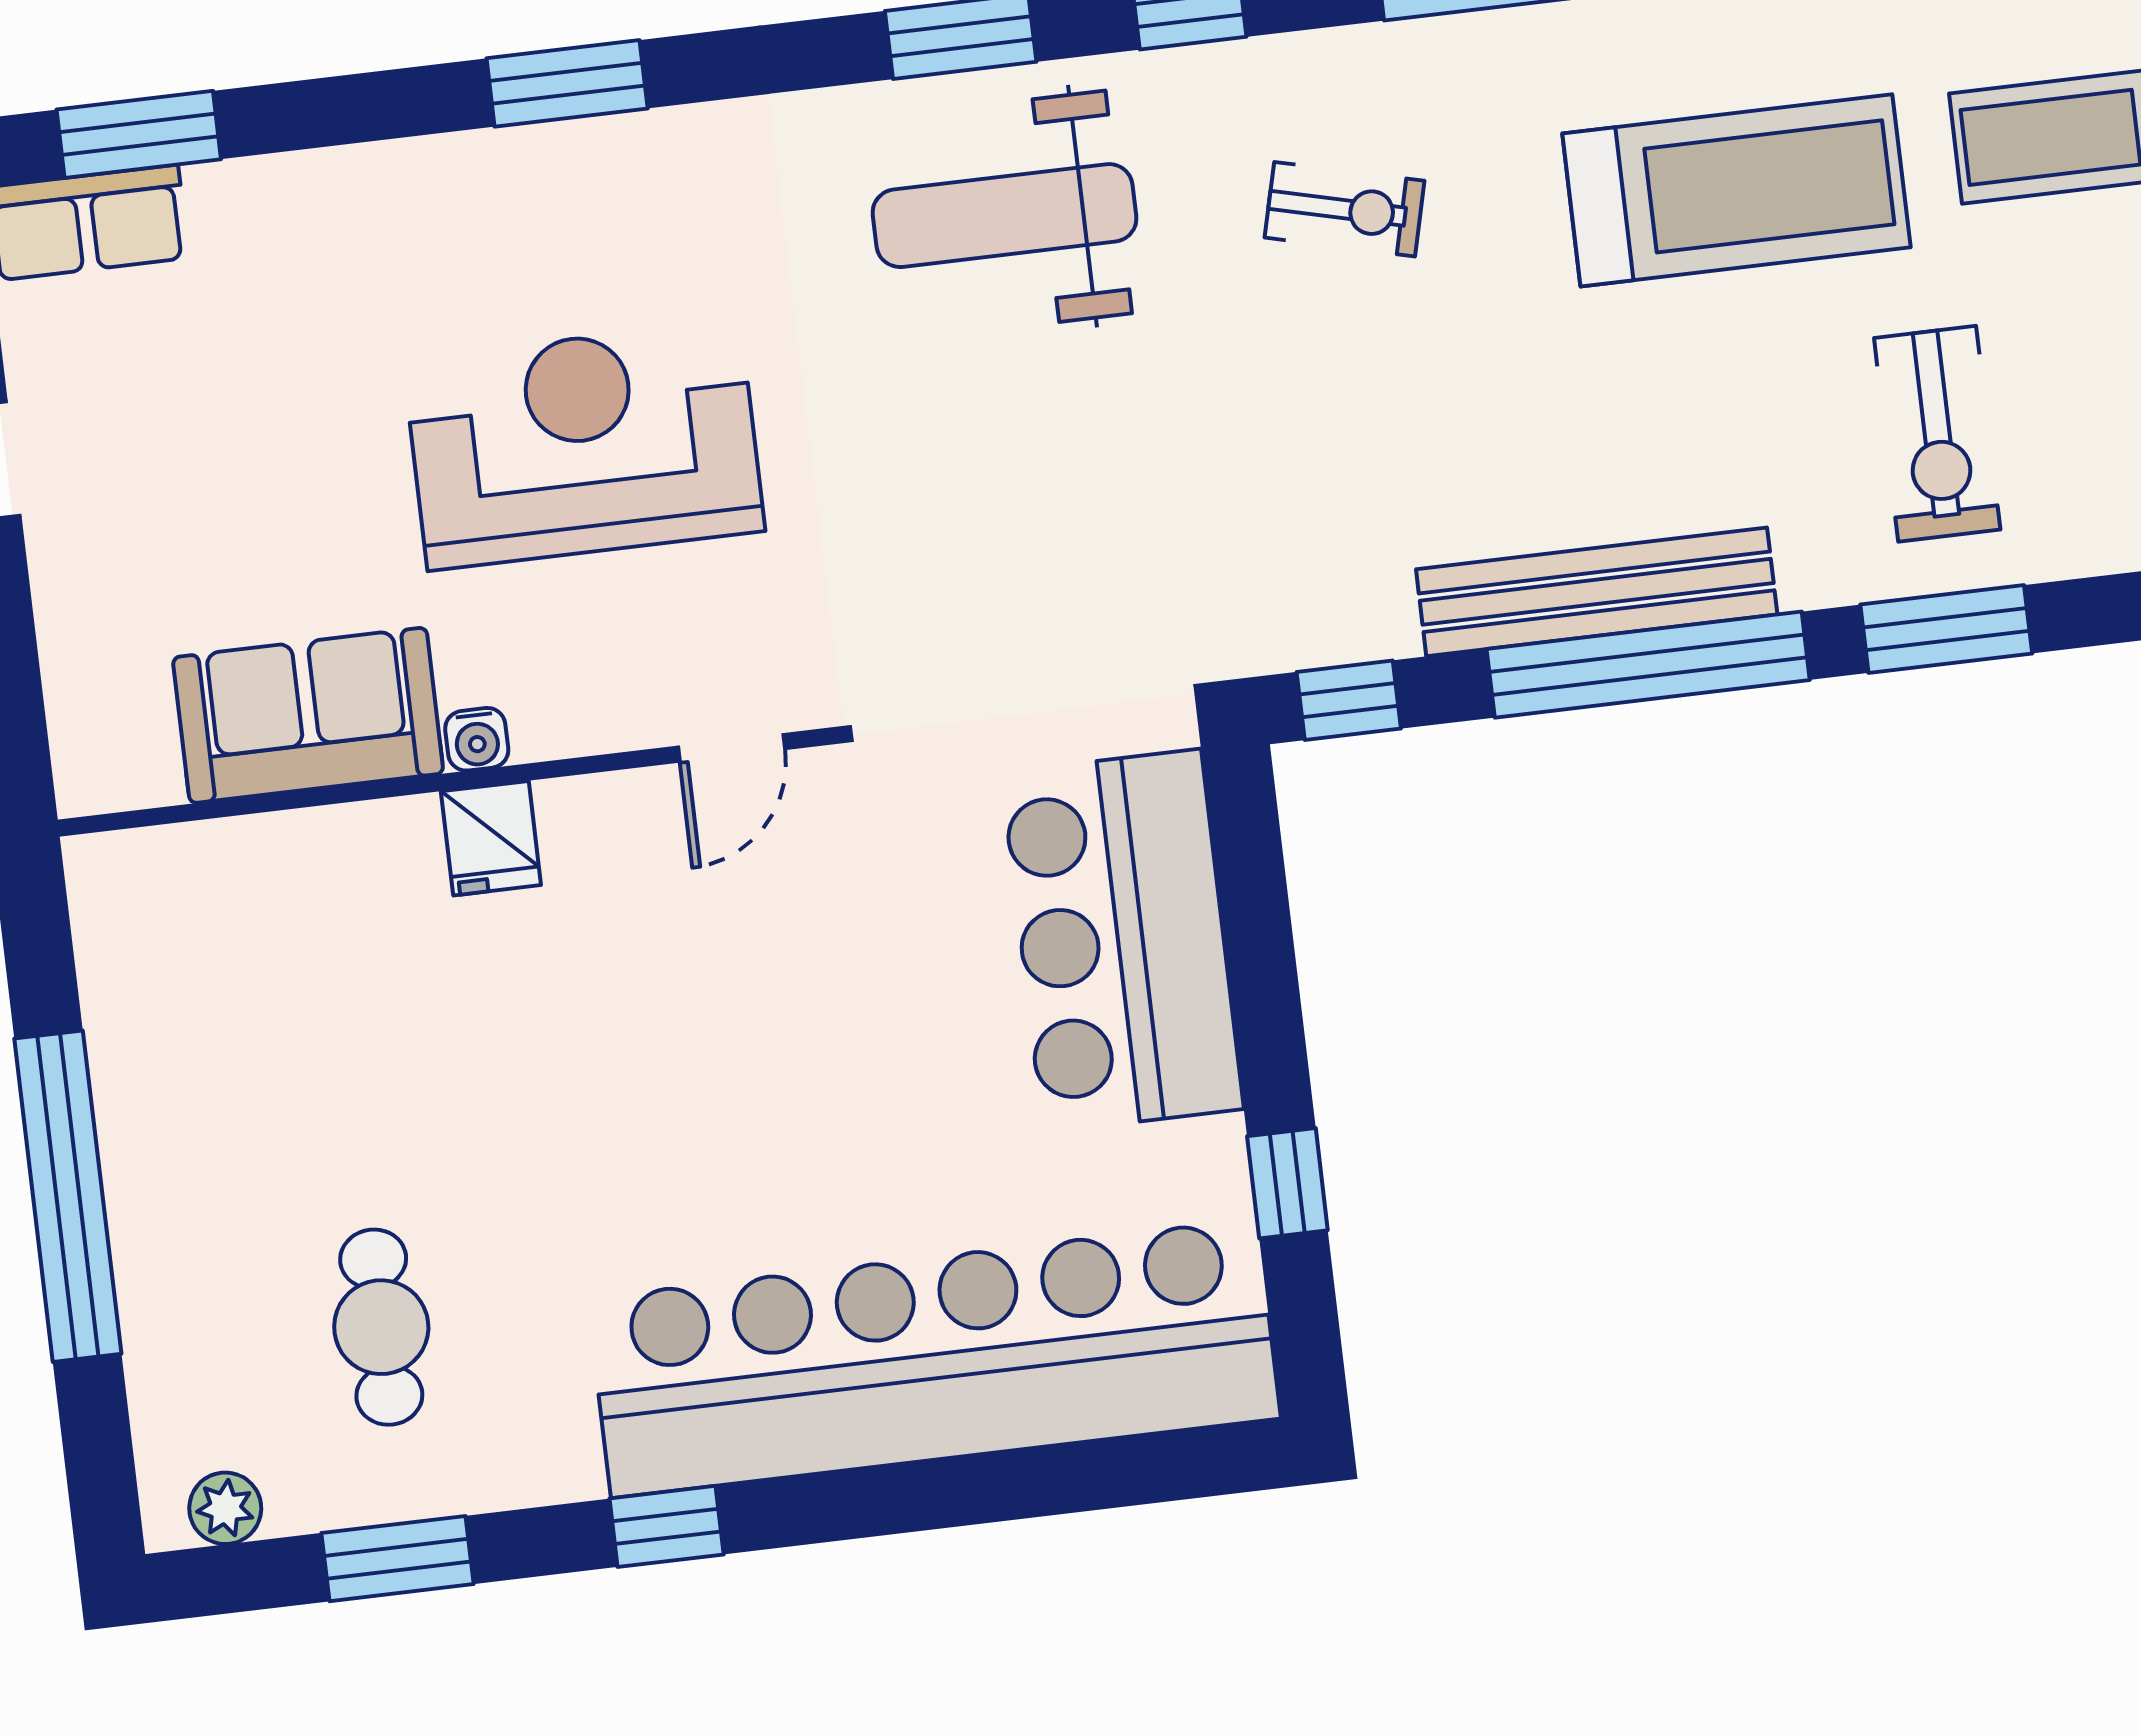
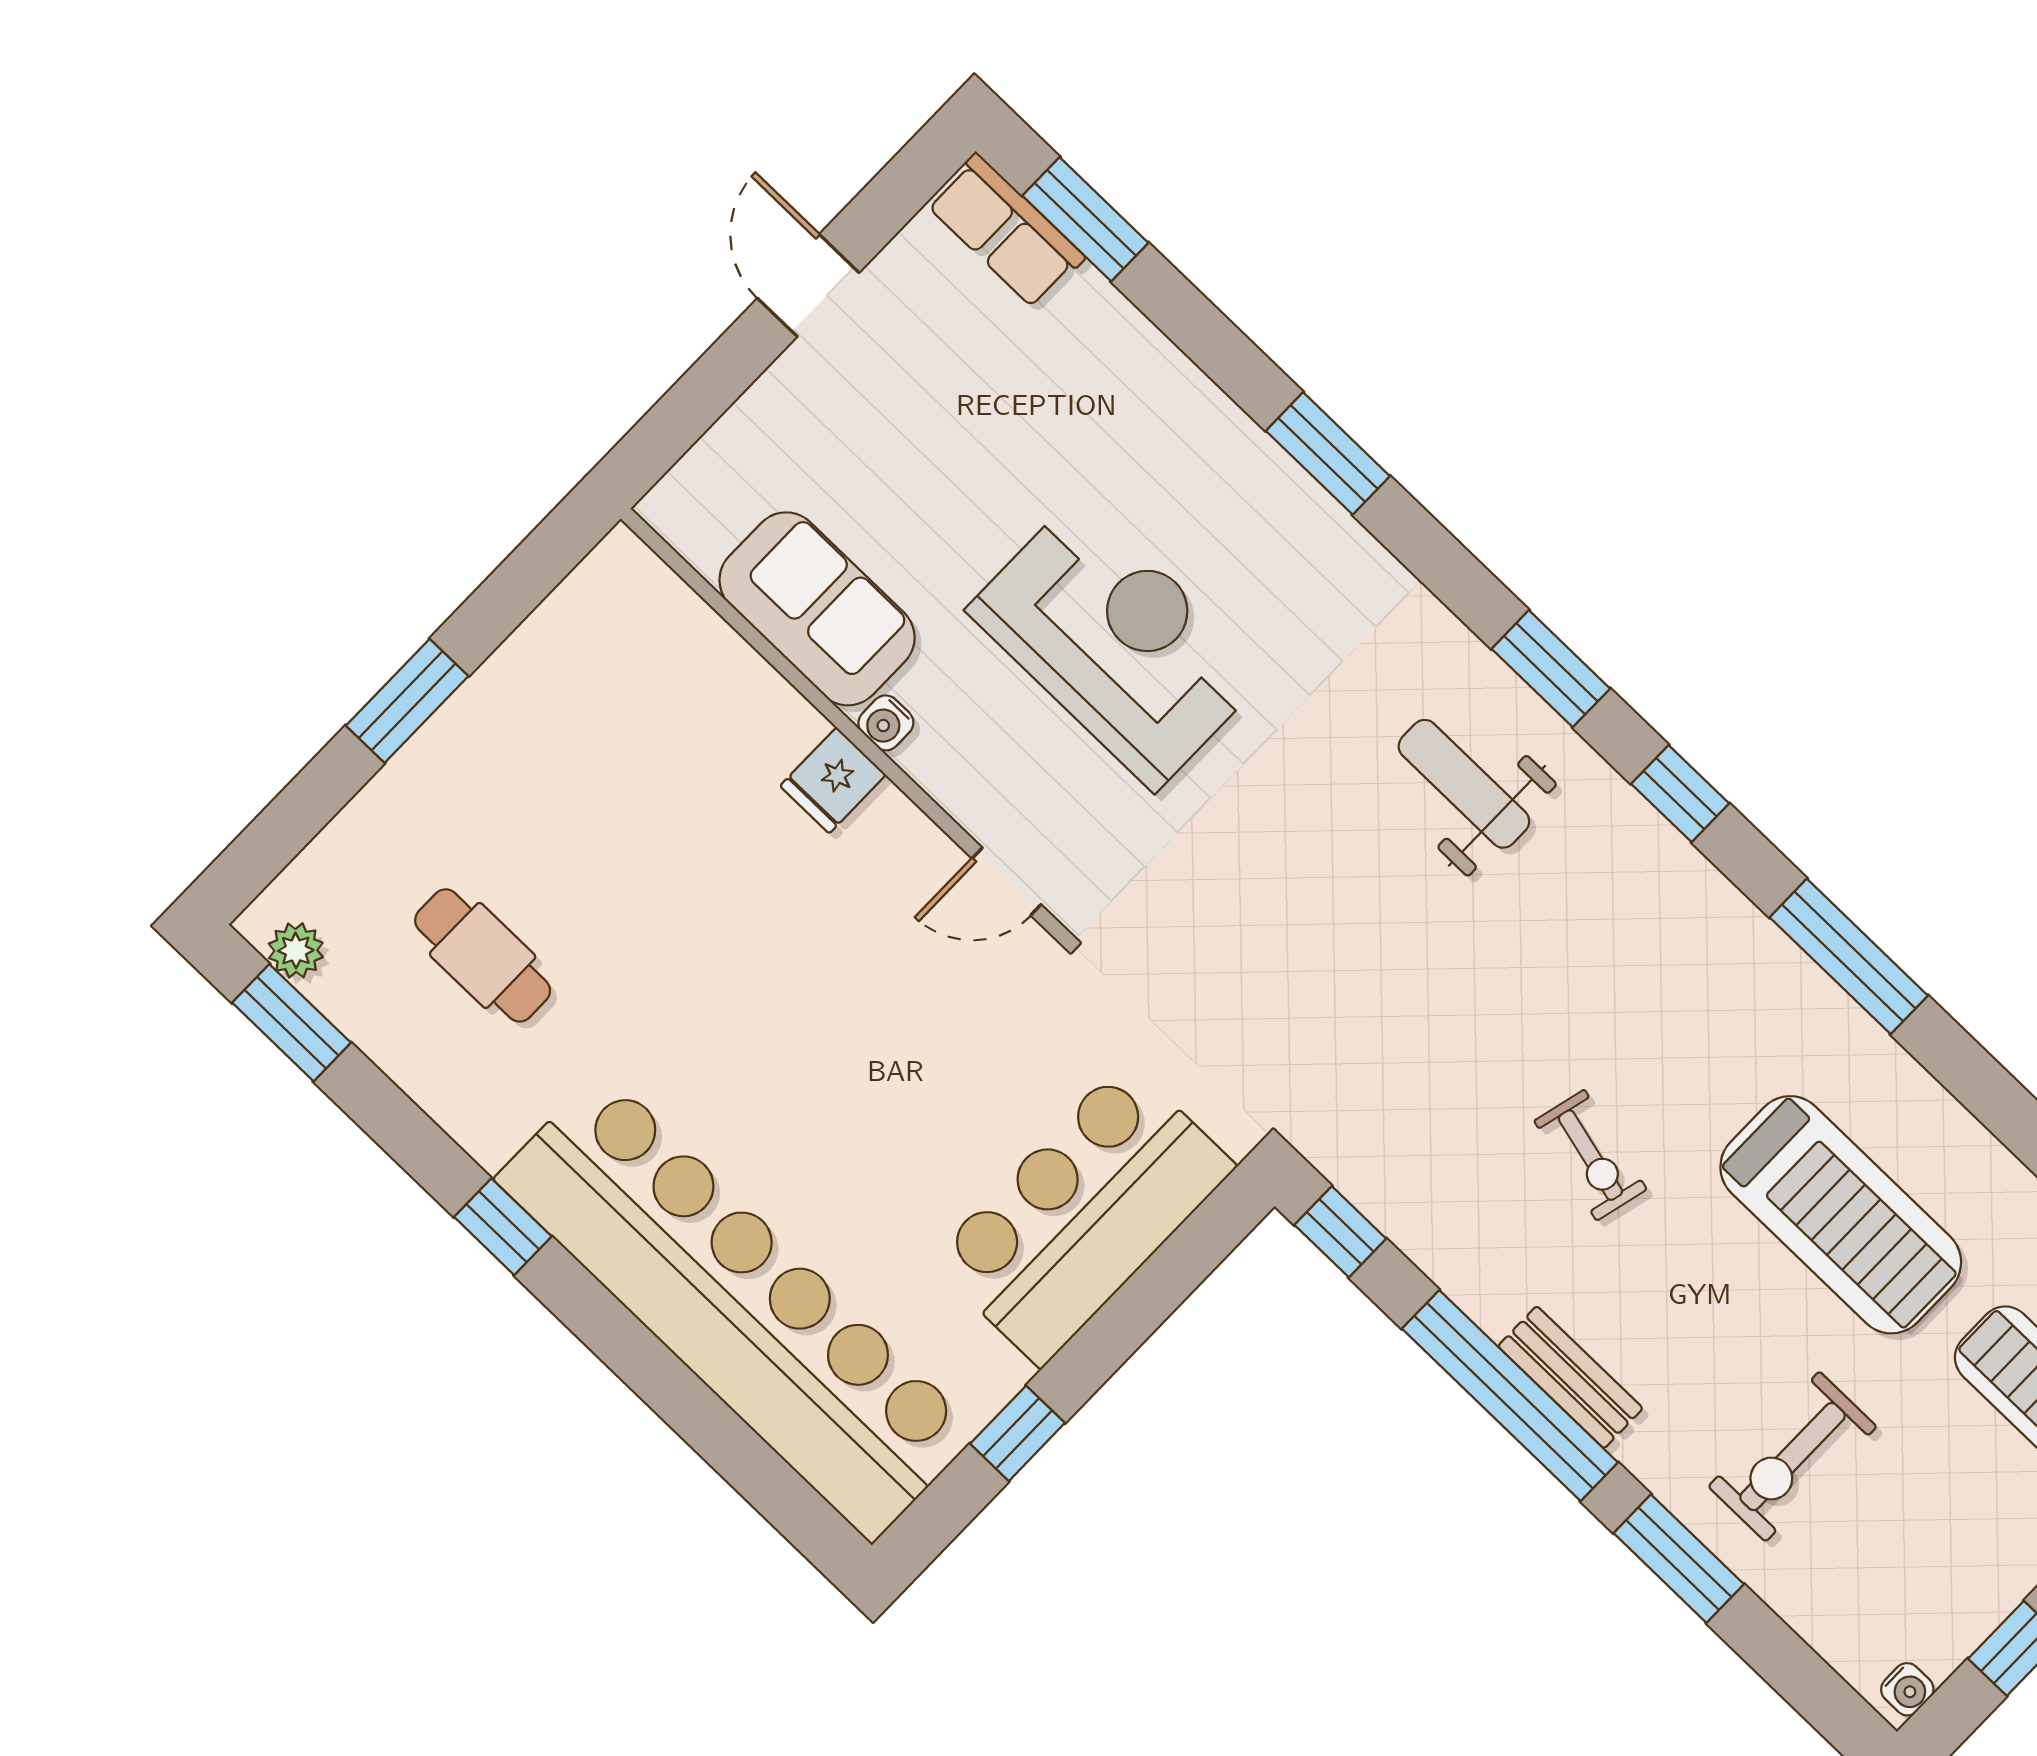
exercise bike: (1345, 209) -> (1590, 1155), moved
weight bench: (1004, 216) -> (1464, 784), width x0.73, depth x0.75
bench: (1597, 592) -> (1570, 1377), width x0.54, depth x0.82
window: (68, 1196) -> (407, 701), width x0.47
cafe table: (381, 1327) -> (483, 955), turned 90
window: (397, 1559) -> (292, 1023), moved

